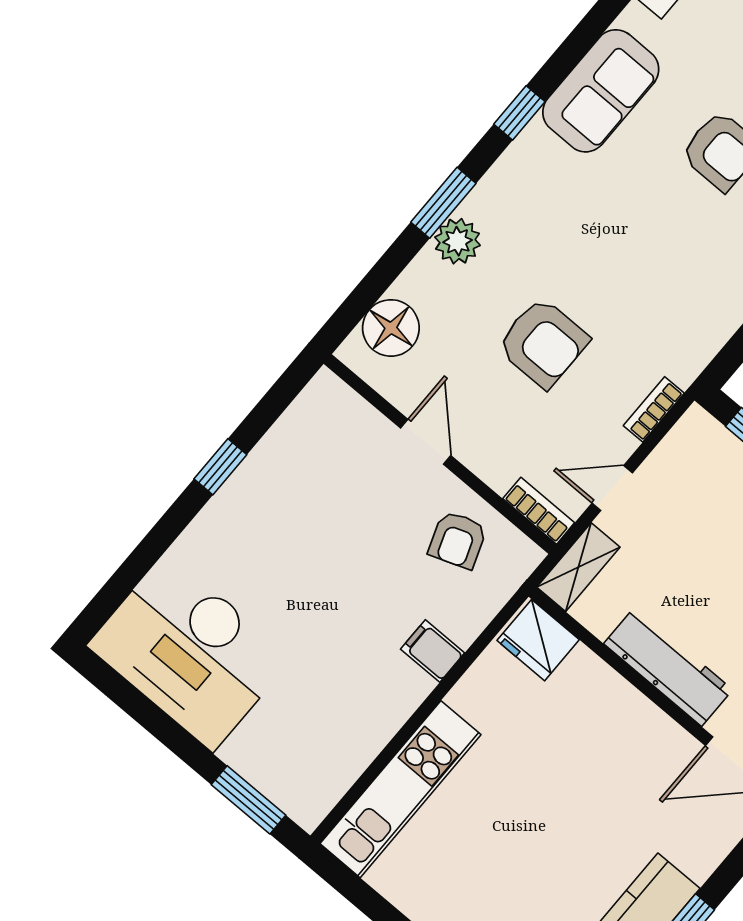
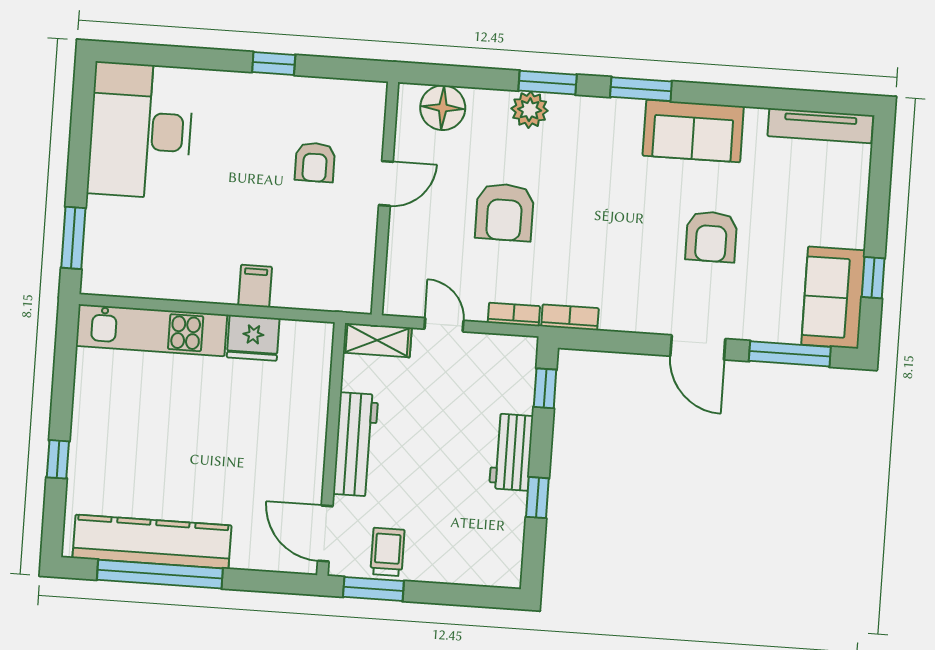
window: (519, 113) -> (641, 89), width x1.50
bookcase: (539, 511) -> (570, 317), moved, turned -90
armchair: (458, 540) -> (315, 162), moved, turned -70
fridge: (538, 640) -> (253, 338), moved, turned -90

